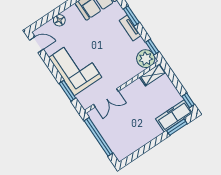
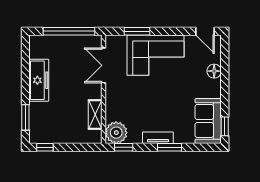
door: (36, 45) -> (205, 31), hinge flipped
shelving: (153, 75) -> (95, 114), moved
freezer: (174, 116) -> (39, 80), moved

